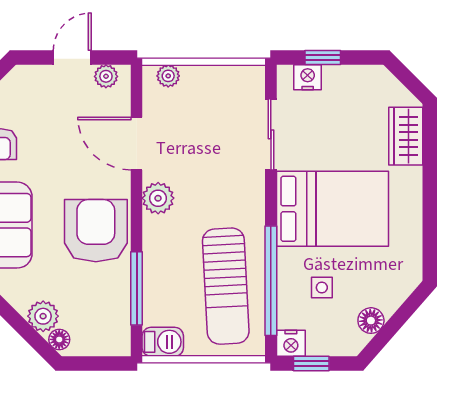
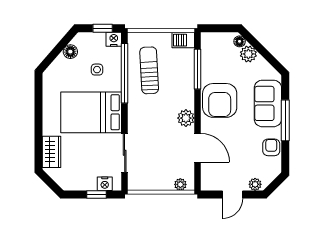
plant: (106, 76) -> (255, 184), moved
sun lounger: (226, 286) -> (149, 70), width x0.73, depth x0.75

